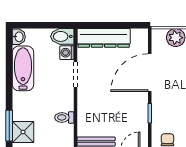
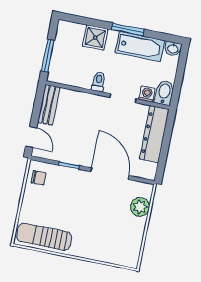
toilet: (64, 117) -> (99, 82), moved
window: (9, 126) -> (128, 30), moved
shower: (23, 132) -> (95, 38), moved

